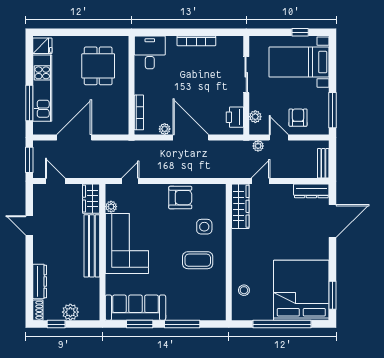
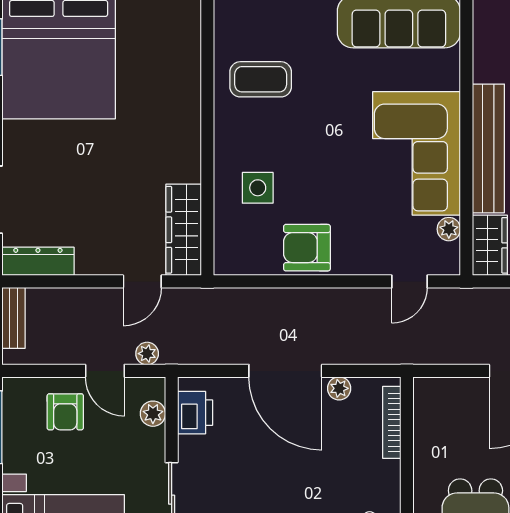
coffee table: (198, 260) -> (261, 79), moved
stool: (244, 290) -> (176, 58), removed

